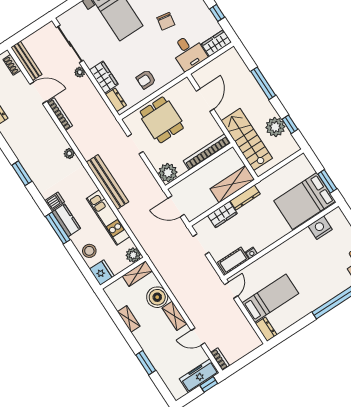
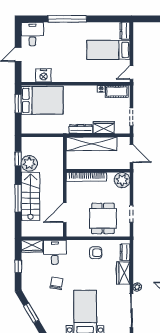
stairs: (247, 139) -> (31, 196), moved, turned 180
shelving: (232, 184) -> (92, 144), width x1.47

